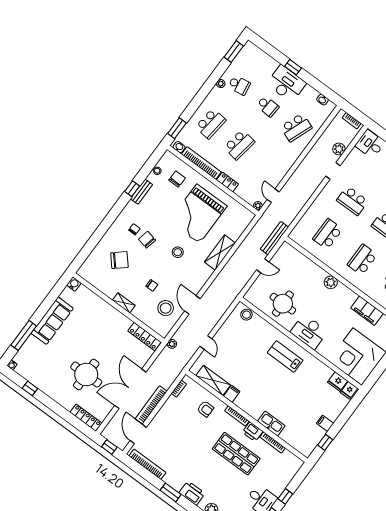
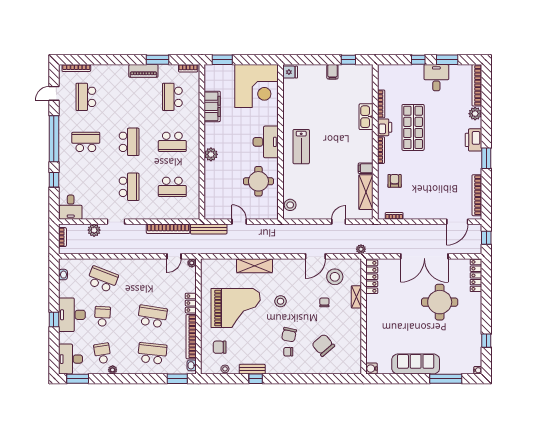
desk: (253, 57) -> (70, 359), added
shelving: (124, 303) -> (356, 297), moved
fridge: (338, 382) -> (290, 87), removed
bookcase: (151, 405) -> (168, 229), moved

